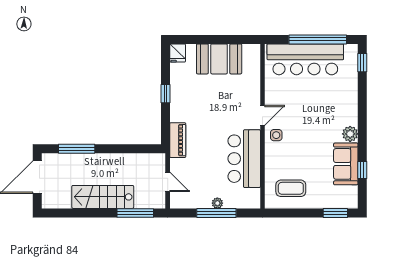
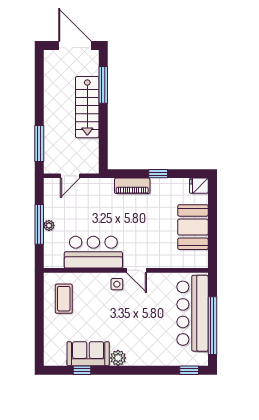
piano: (178, 140) -> (132, 186), moved
stairs: (103, 197) -> (87, 107), moved, turned 180
window: (335, 213) -> (39, 343), removed

